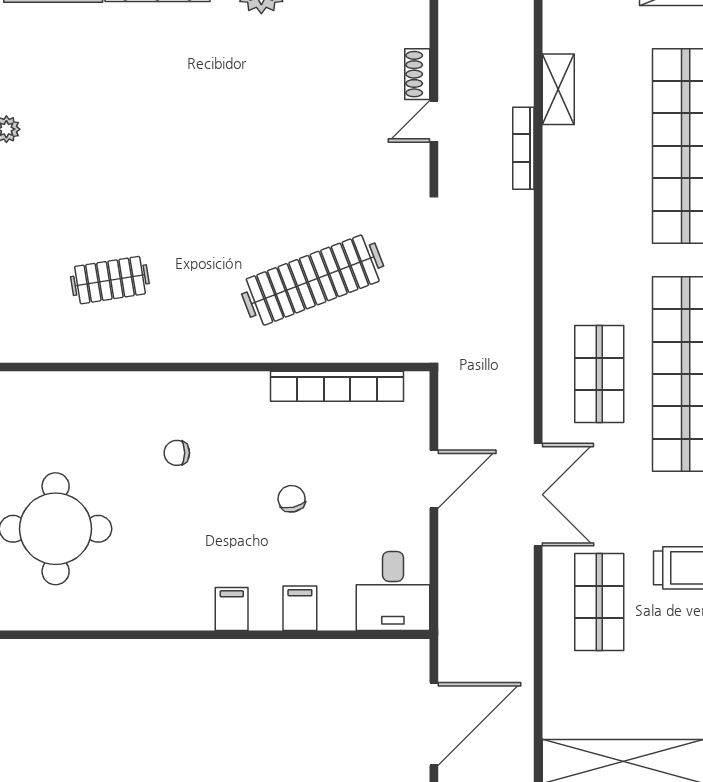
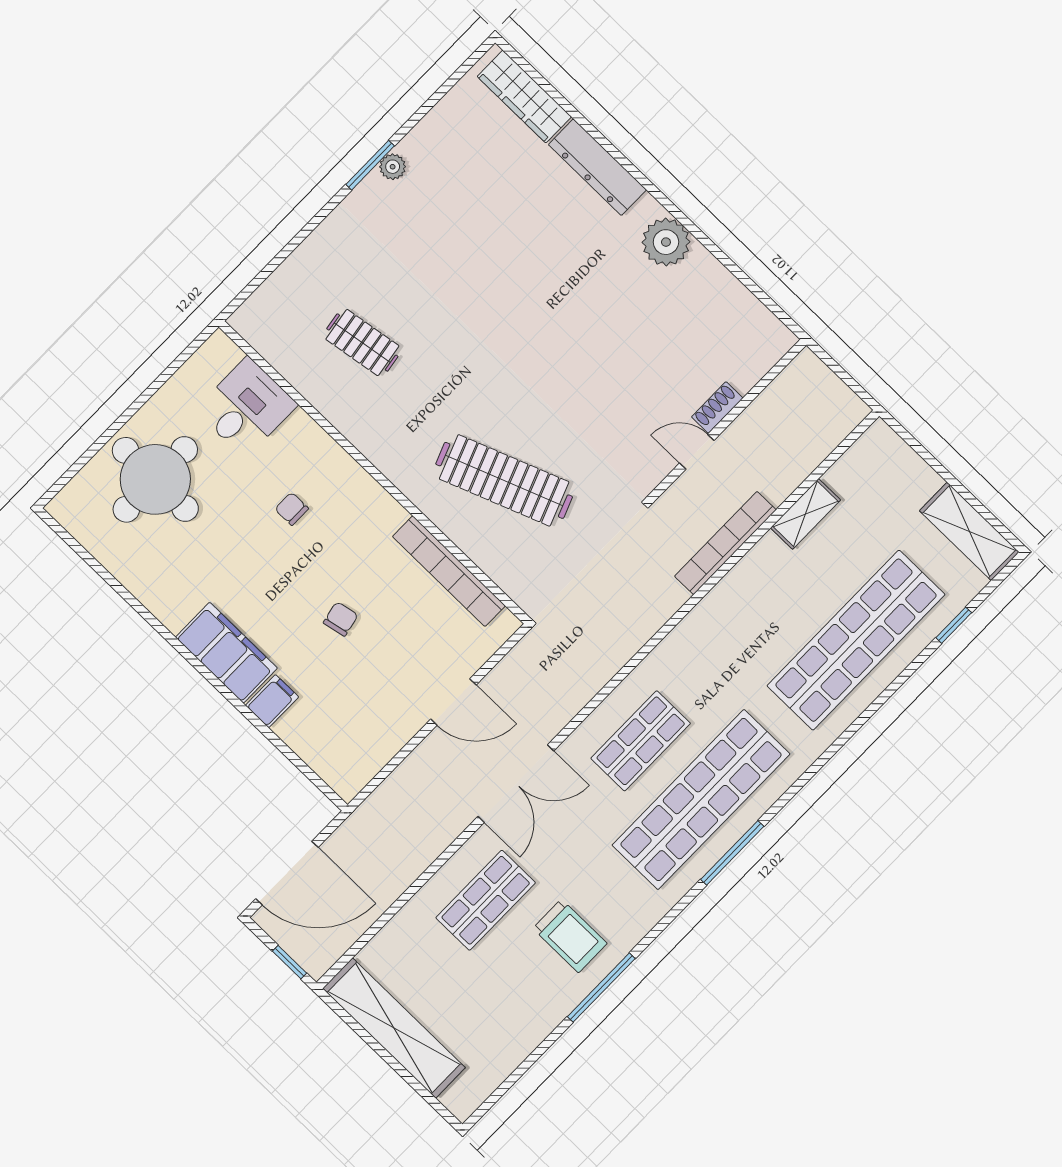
bookcase: (523, 148) -> (725, 543), width x1.48, depth x1.31
desk: (393, 591) -> (246, 407), moved, turned 180
filing cabinet: (232, 609) -> (226, 653), width x3.00, depth x1.17

